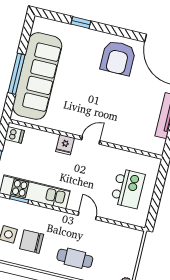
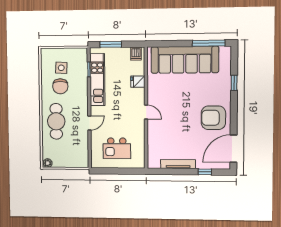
window: (17, 74) -> (209, 43), moved
fridge: (65, 145) -> (138, 82), moved
chair: (32, 242) -> (60, 86), turned 180
cafe table: (75, 258) -> (56, 121), width x1.37, depth x1.35

